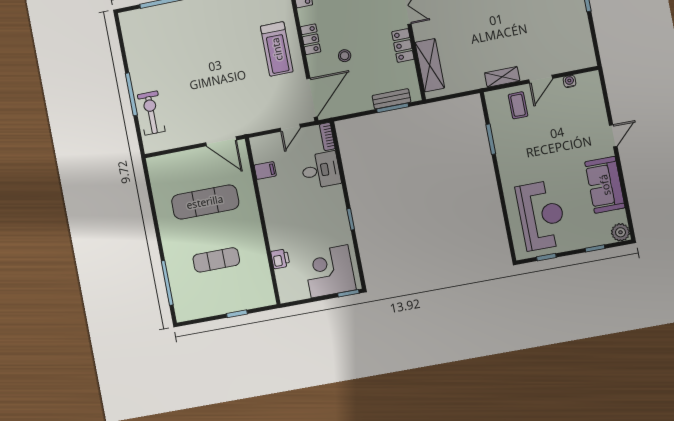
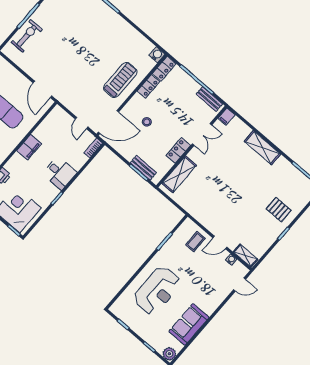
locker: (311, 39) -> (148, 86), moved
treadmill: (277, 49) -> (120, 80), turned 180
shelving: (502, 77) -> (246, 256), moved
door: (290, 128) -> (82, 123), hinge flipped
door: (613, 136) -> (240, 284), moved
filing cabinet: (265, 170) -> (29, 147), moved, width x2.00
desk: (321, 170) -> (60, 173), moved
reception desk: (541, 215) -> (157, 291), moved

